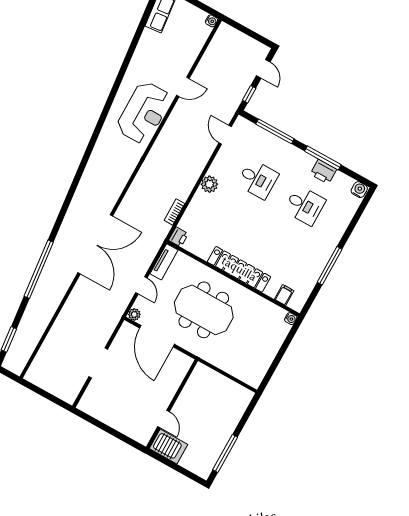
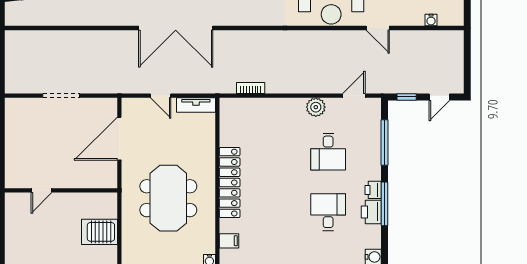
water cooler: (211, 21) -> (431, 20), moved
plant: (209, 184) -> (316, 107), moved
desk: (305, 205) -> (328, 212), turned 180
printer: (178, 237) -> (373, 190), moved, turned 90
door: (141, 285) -> (161, 96), hinge flipped
meeting table: (204, 310) -> (168, 198), moved
plant: (134, 314) -> (128, 105), removed
server rack: (168, 447) -> (99, 232), moved, turned 90

